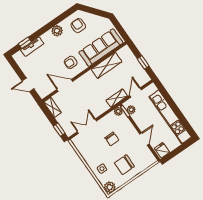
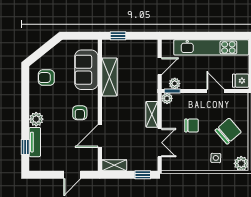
plant: (57, 31) -> (36, 119), moved
sofa: (101, 48) -> (86, 70), width x0.73
window: (143, 62) -> (118, 36), moved
door: (135, 92) -> (160, 66), swing flipped
shelving: (117, 98) -> (152, 114), moved
double door: (87, 126) -> (160, 143), swing flipped
chair: (124, 165) -> (228, 131), turned -131

